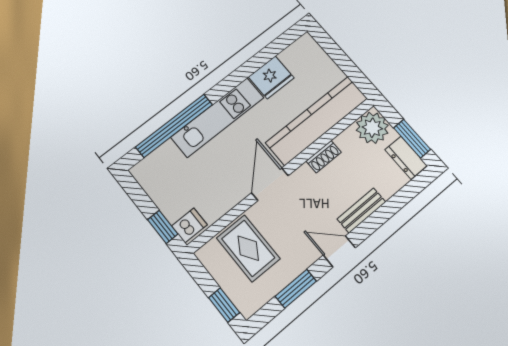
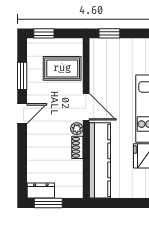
plant: (372, 128) -> (77, 129), moved, width x0.53, depth x0.53
bench: (361, 210) -> (33, 143), removed
dishwasher: (189, 225) -> (99, 48), removed

